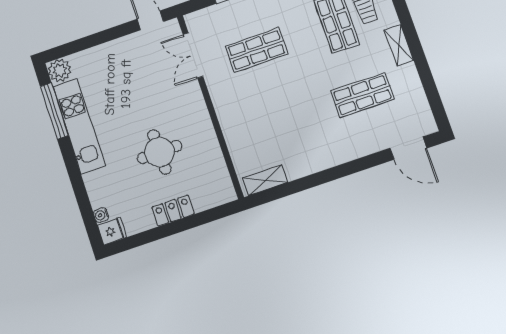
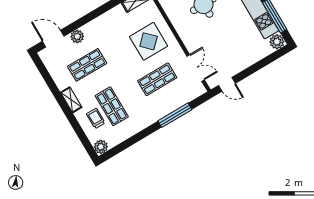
display table: (258, 112) -> (149, 41), added
plant: (369, 143) -> (77, 36), added

